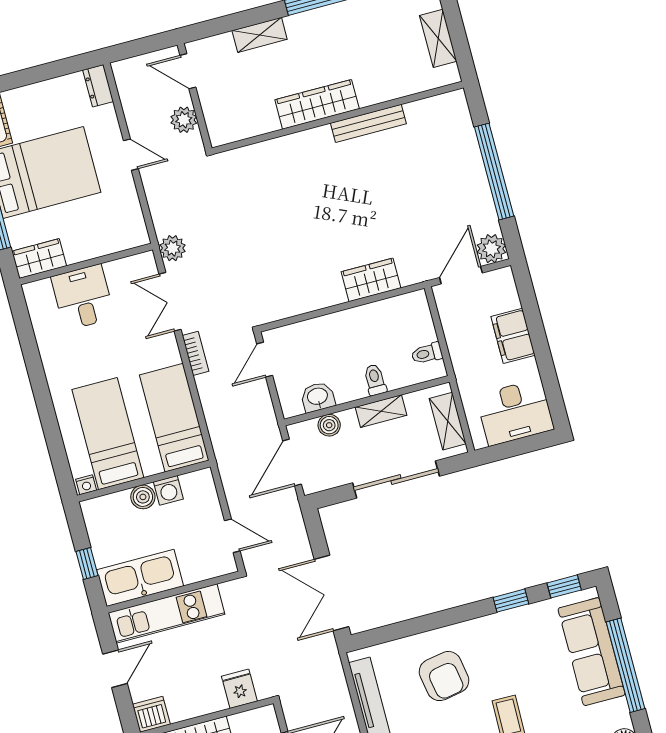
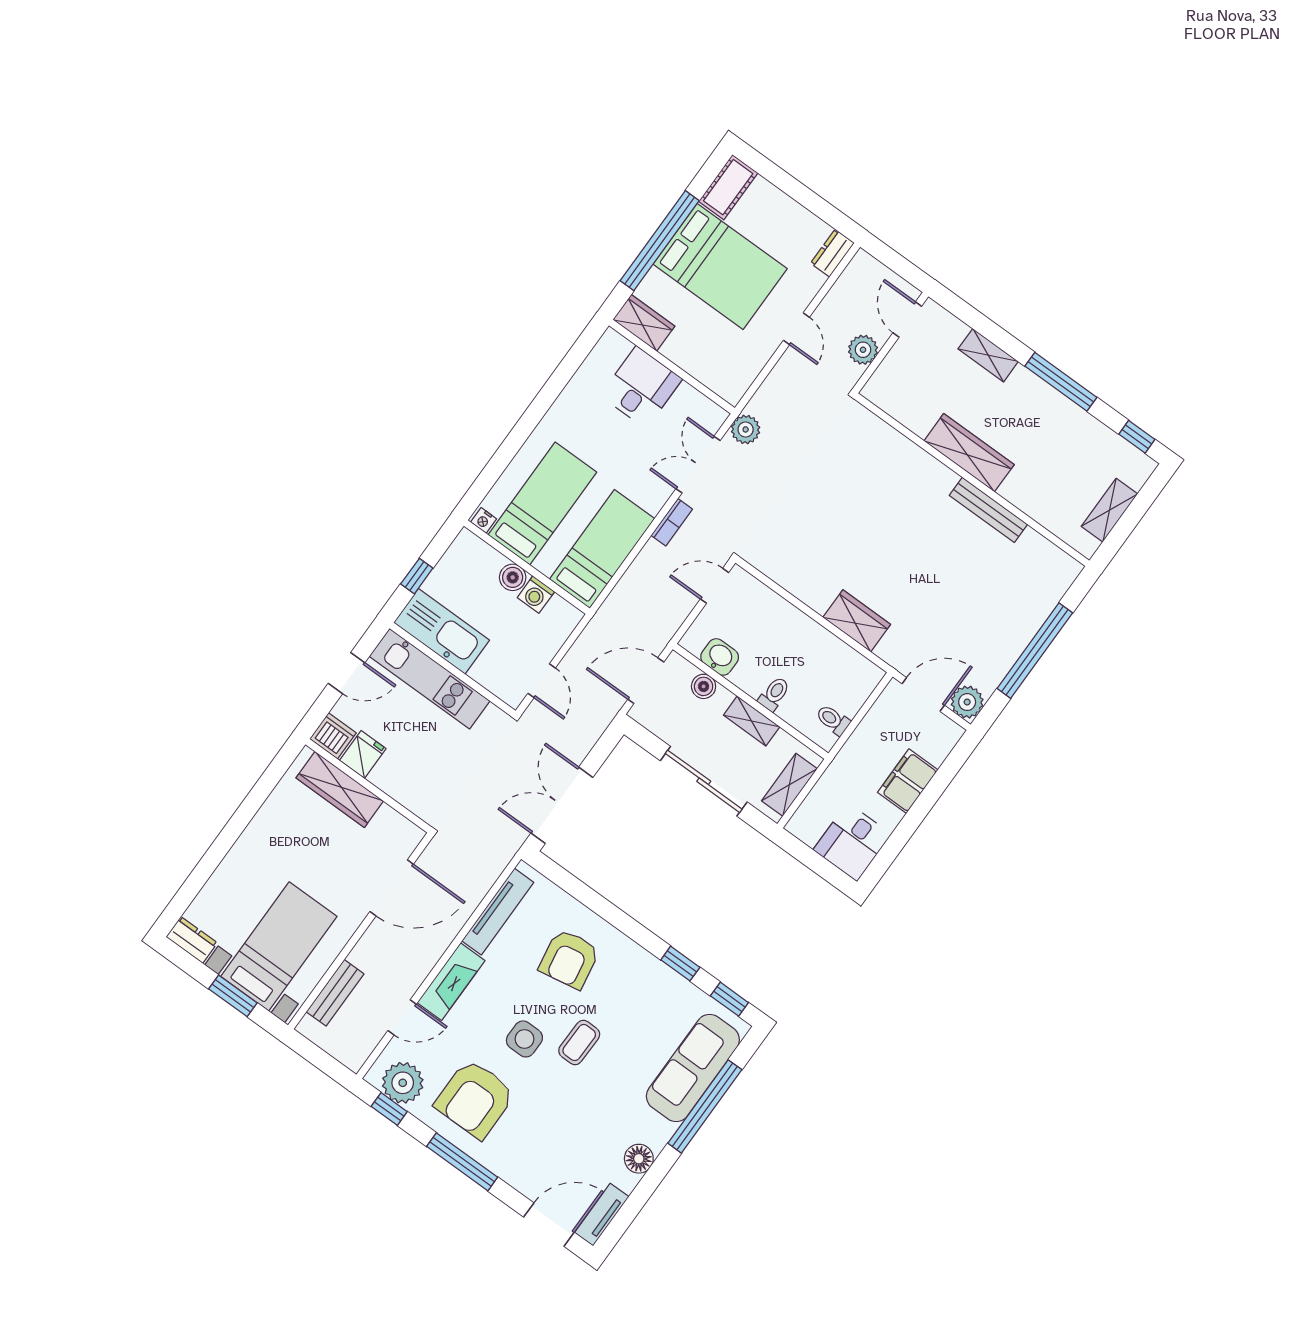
desk: (515, 412) -> (852, 842), width x0.73
fridge: (239, 689) -> (363, 755), moved

